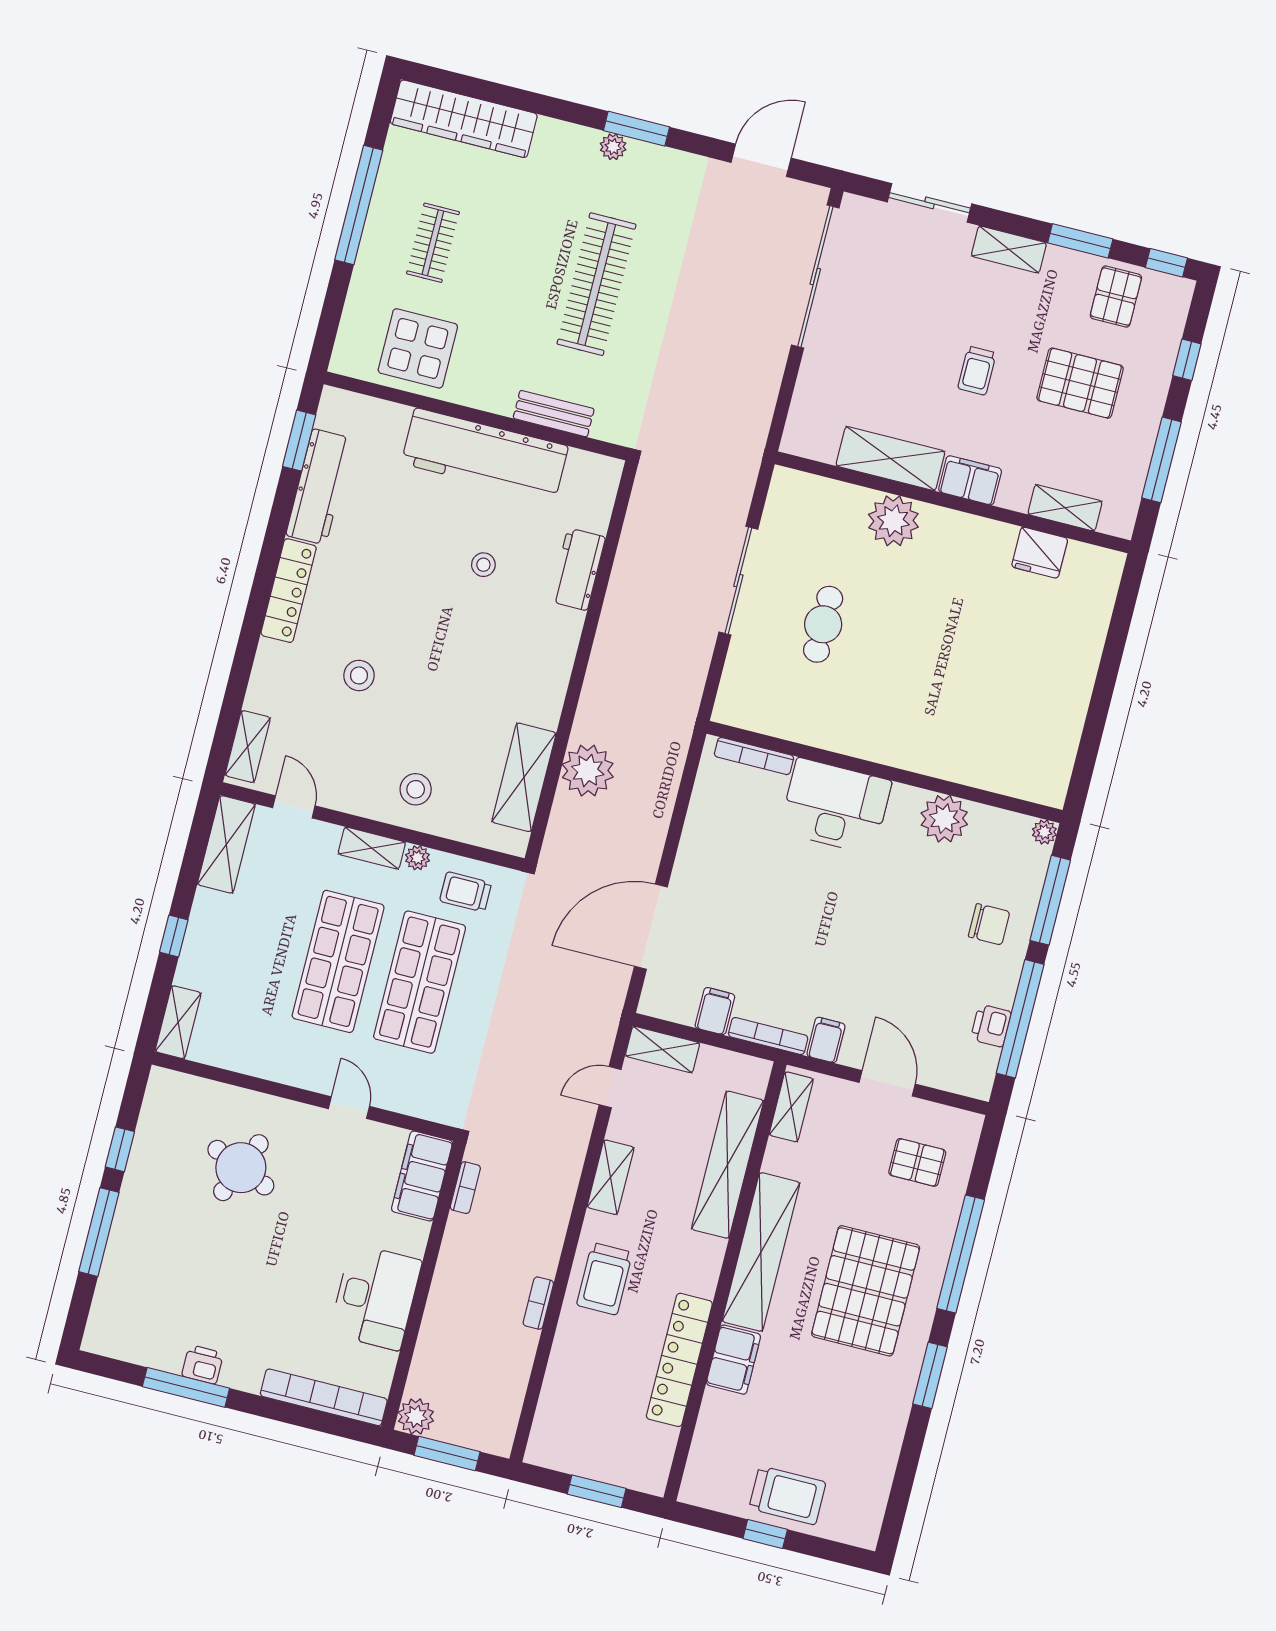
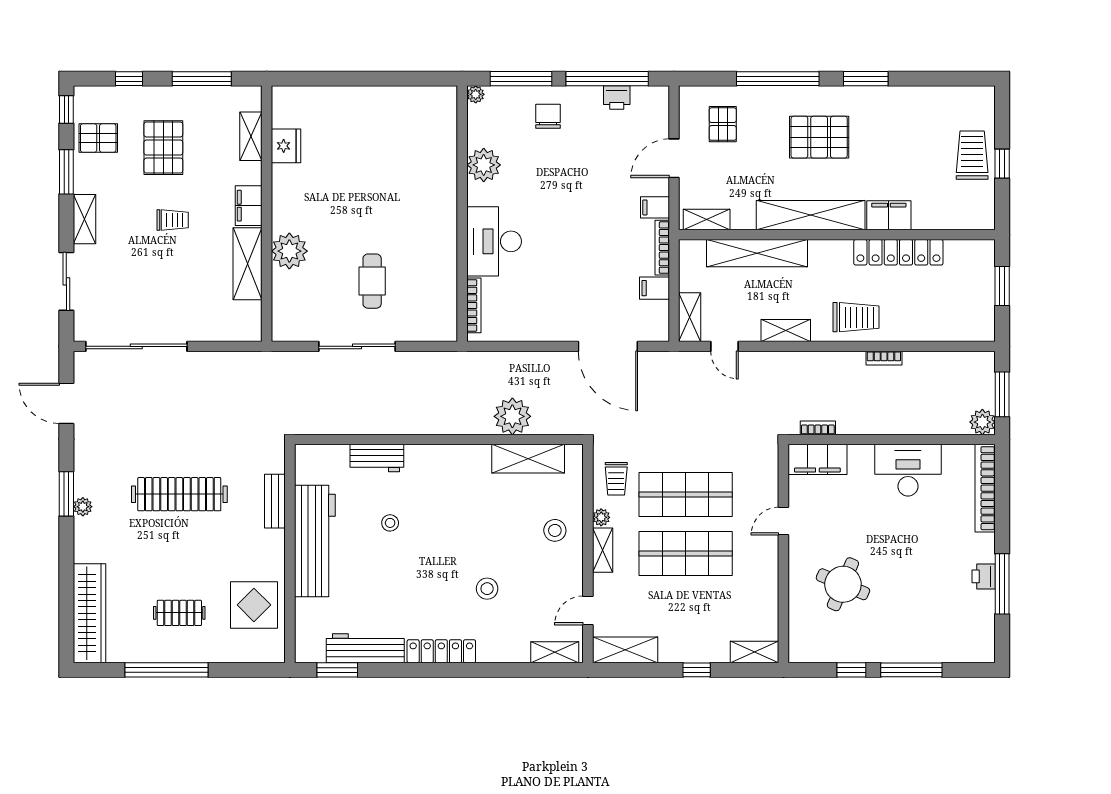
cafe table: (823, 624) -> (372, 281), turned 90
pallet: (866, 1291) -> (819, 137), width x0.73, depth x0.71

